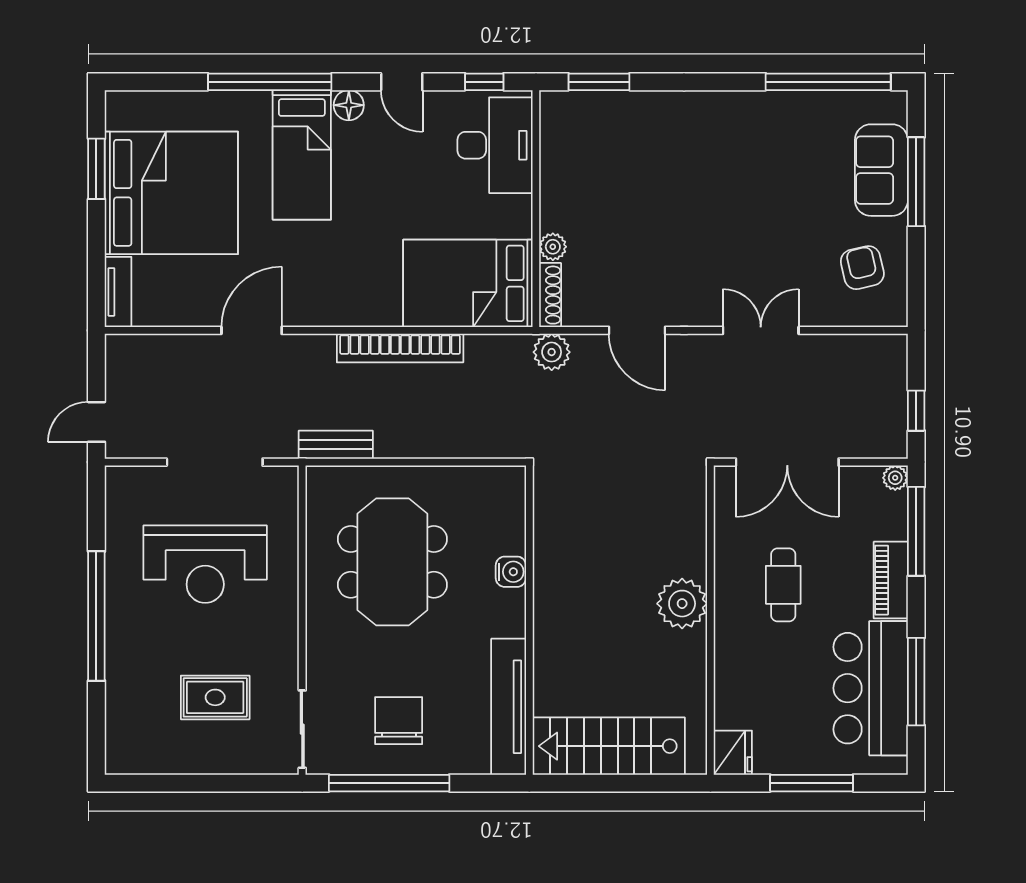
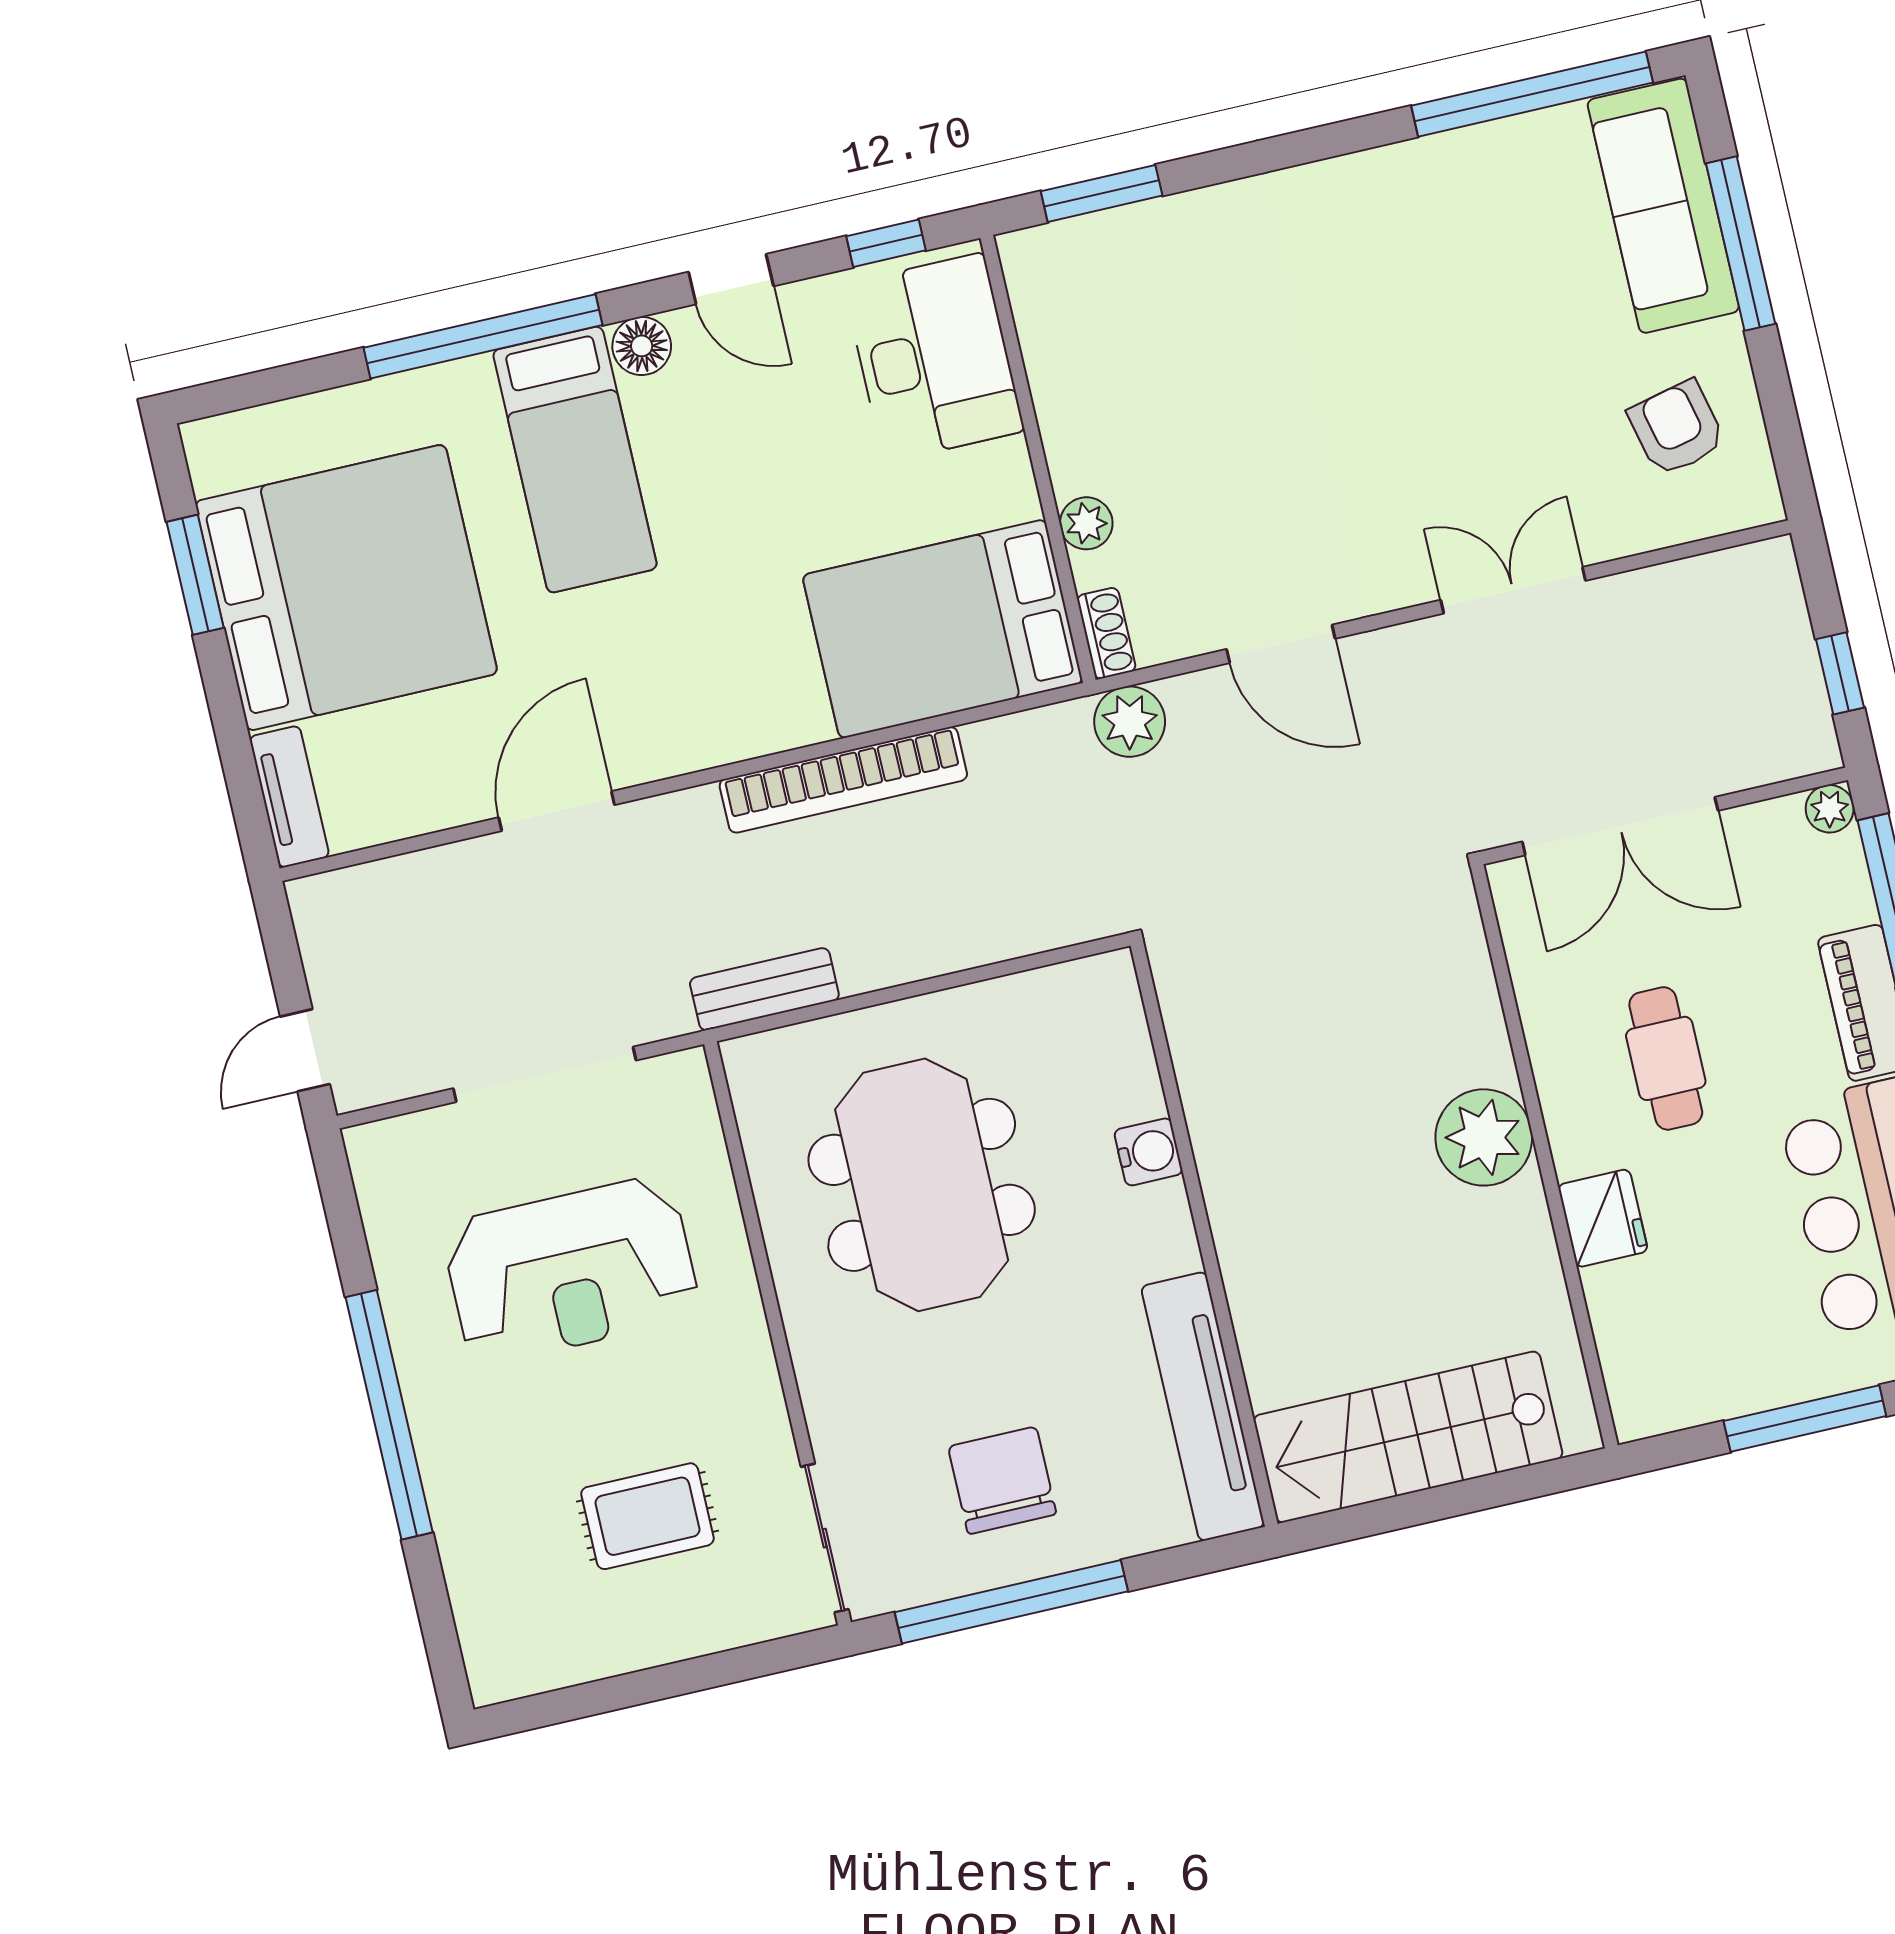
sofa: (881, 170) -> (1663, 206), width x1.36
shoe rack: (550, 295) -> (1106, 633), width x0.70
fridge: (733, 753) -> (1603, 1218), moved

